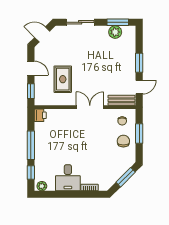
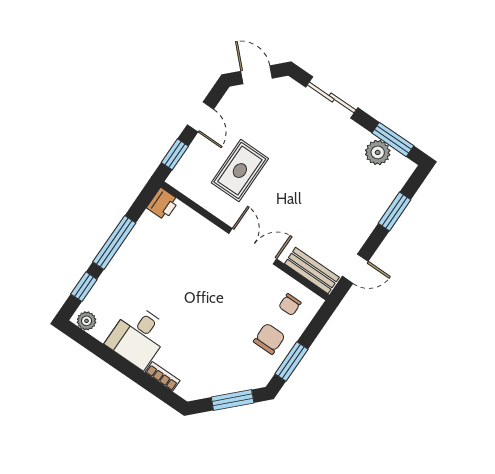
window: (139, 63) -> (395, 212), moved
window: (139, 133) -> (291, 362), moved

